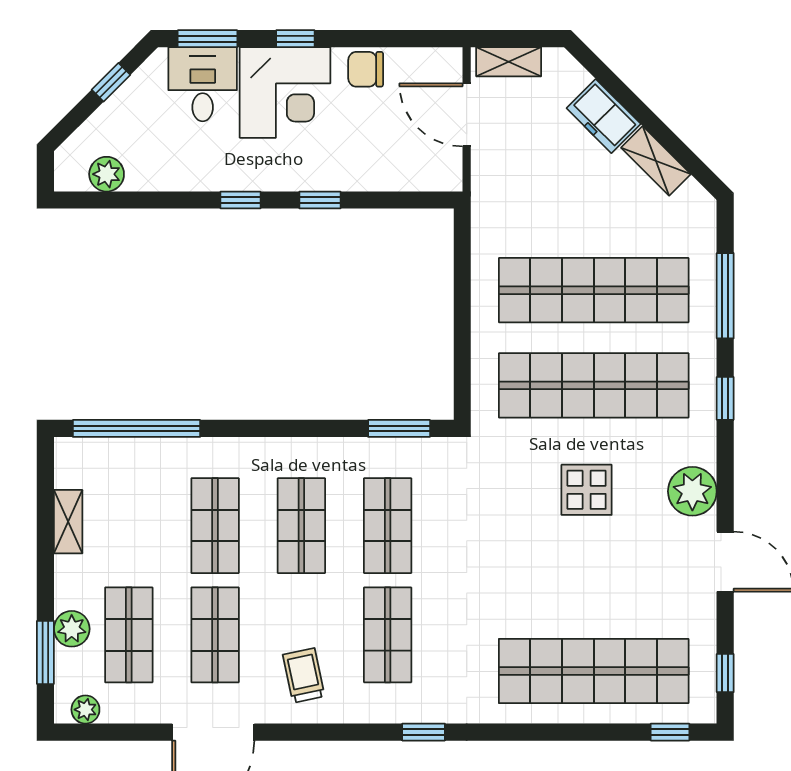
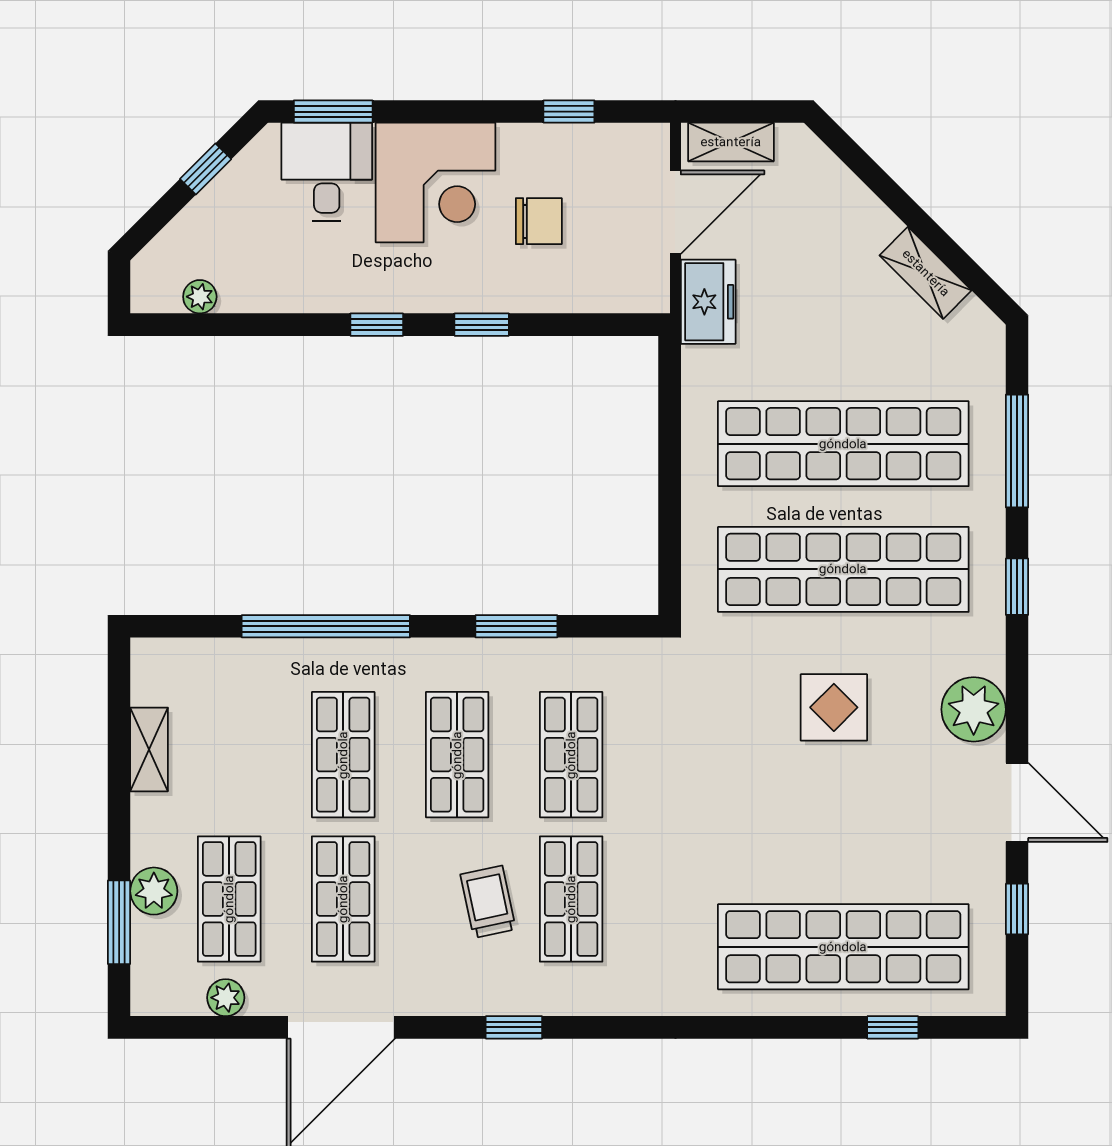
window: (295, 39) -> (569, 112), moved
chair: (366, 69) -> (539, 221), moved, turned 180
door: (467, 115) -> (675, 212), swing flipped
freezer: (604, 116) -> (708, 302), moved, turned -135
plant: (107, 174) -> (200, 297), width x0.73, depth x0.73
window: (136, 428) -> (326, 626), moved
window: (399, 428) -> (516, 626), moved
window: (725, 673) -> (1017, 909), moved
trolley: (304, 675) -> (488, 902), moved
plant: (85, 710) -> (226, 998), moved
window: (424, 732) -> (514, 1027), moved
window: (670, 732) -> (893, 1027), moved

